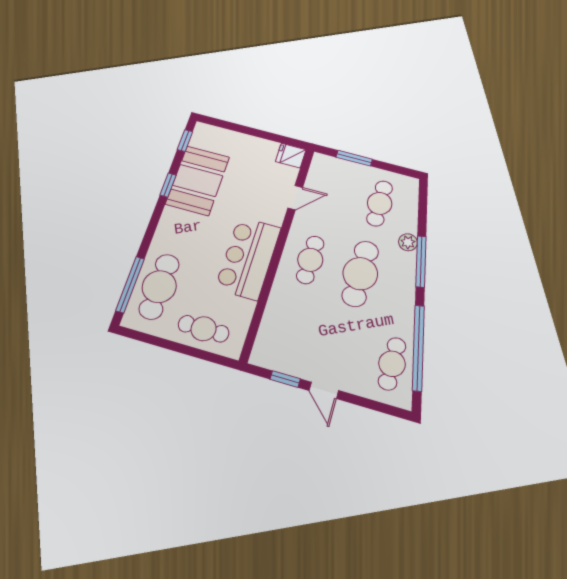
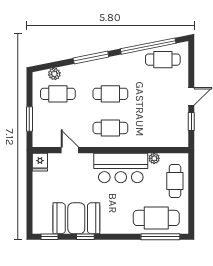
plant: (408, 242) -> (54, 74), moved
cafe table: (360, 274) -> (110, 94), width x0.73, depth x0.74
plant: (247, 308) -> (154, 158), added

